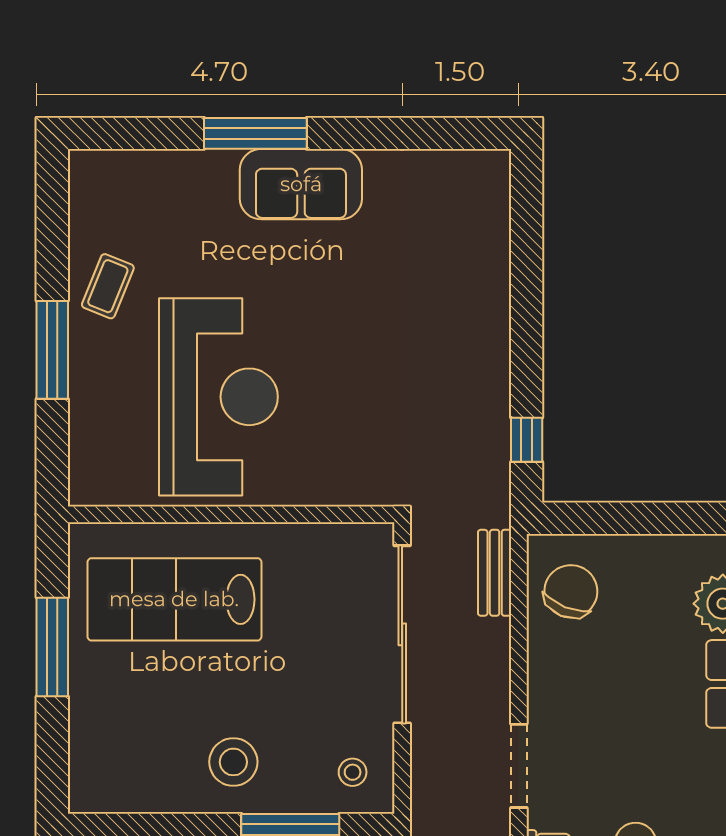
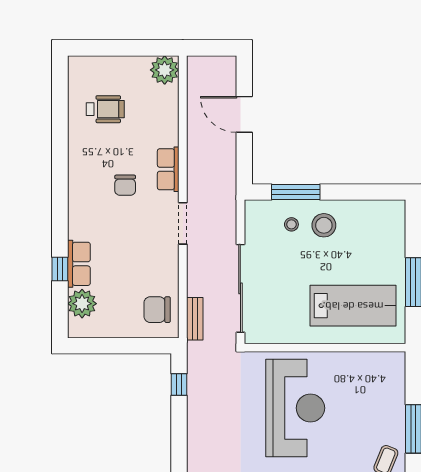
reception desk: (218, 397) -> (295, 408), moved, turned 180
chair: (571, 591) -> (157, 310), turned 68
stool: (353, 772) -> (291, 224), moved

